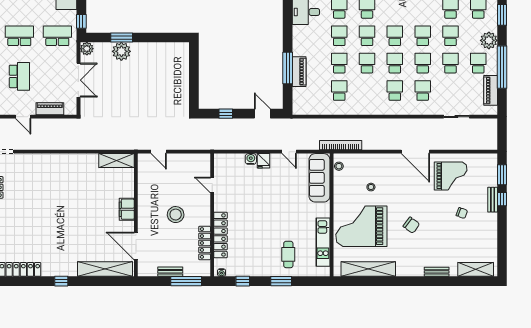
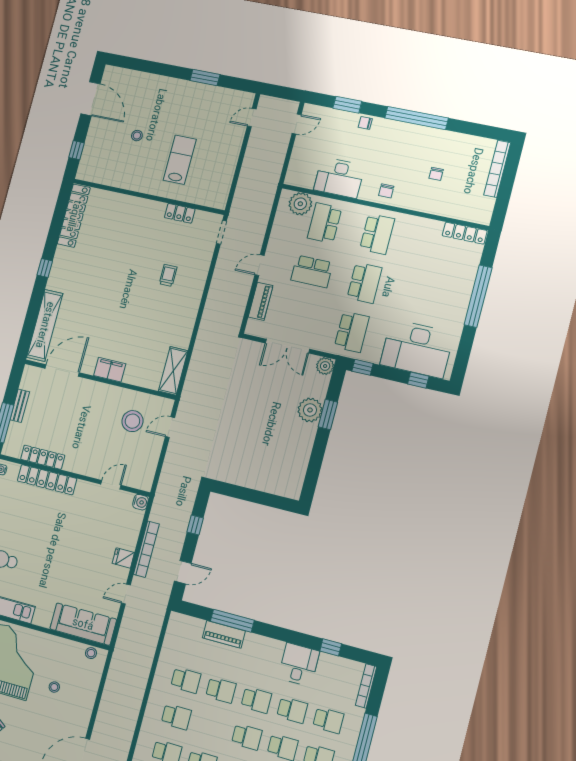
school desk: (367, 63) -> (176, 717), moved
bookcase: (341, 145) -> (146, 549), moved
water cooler: (251, 159) -> (140, 502), moved
trolley: (46, 184) -> (168, 275), added
stool: (176, 215) -> (132, 421), moved

